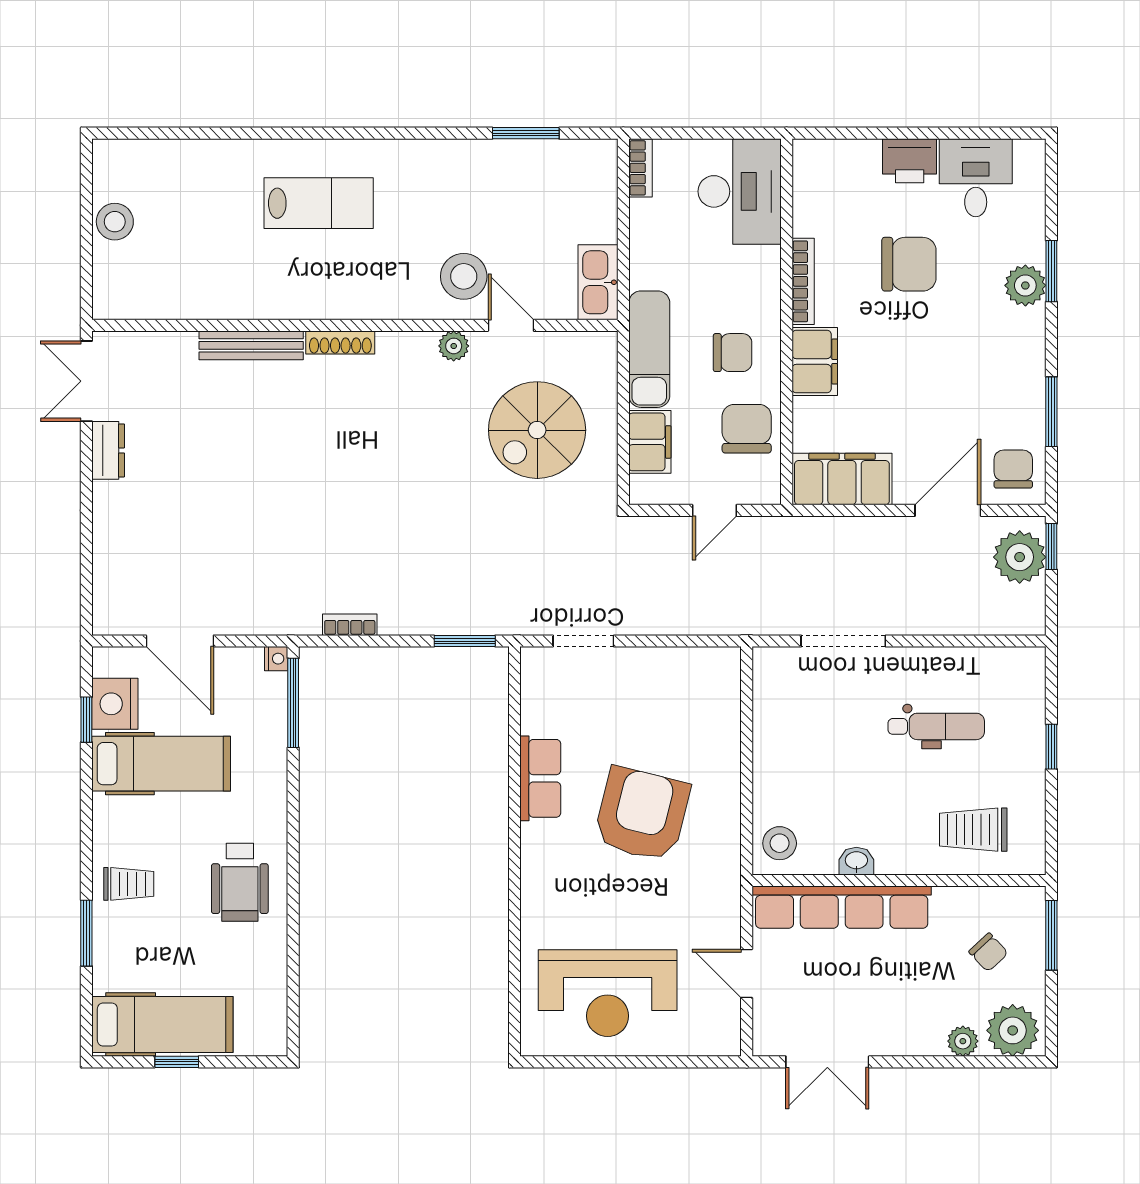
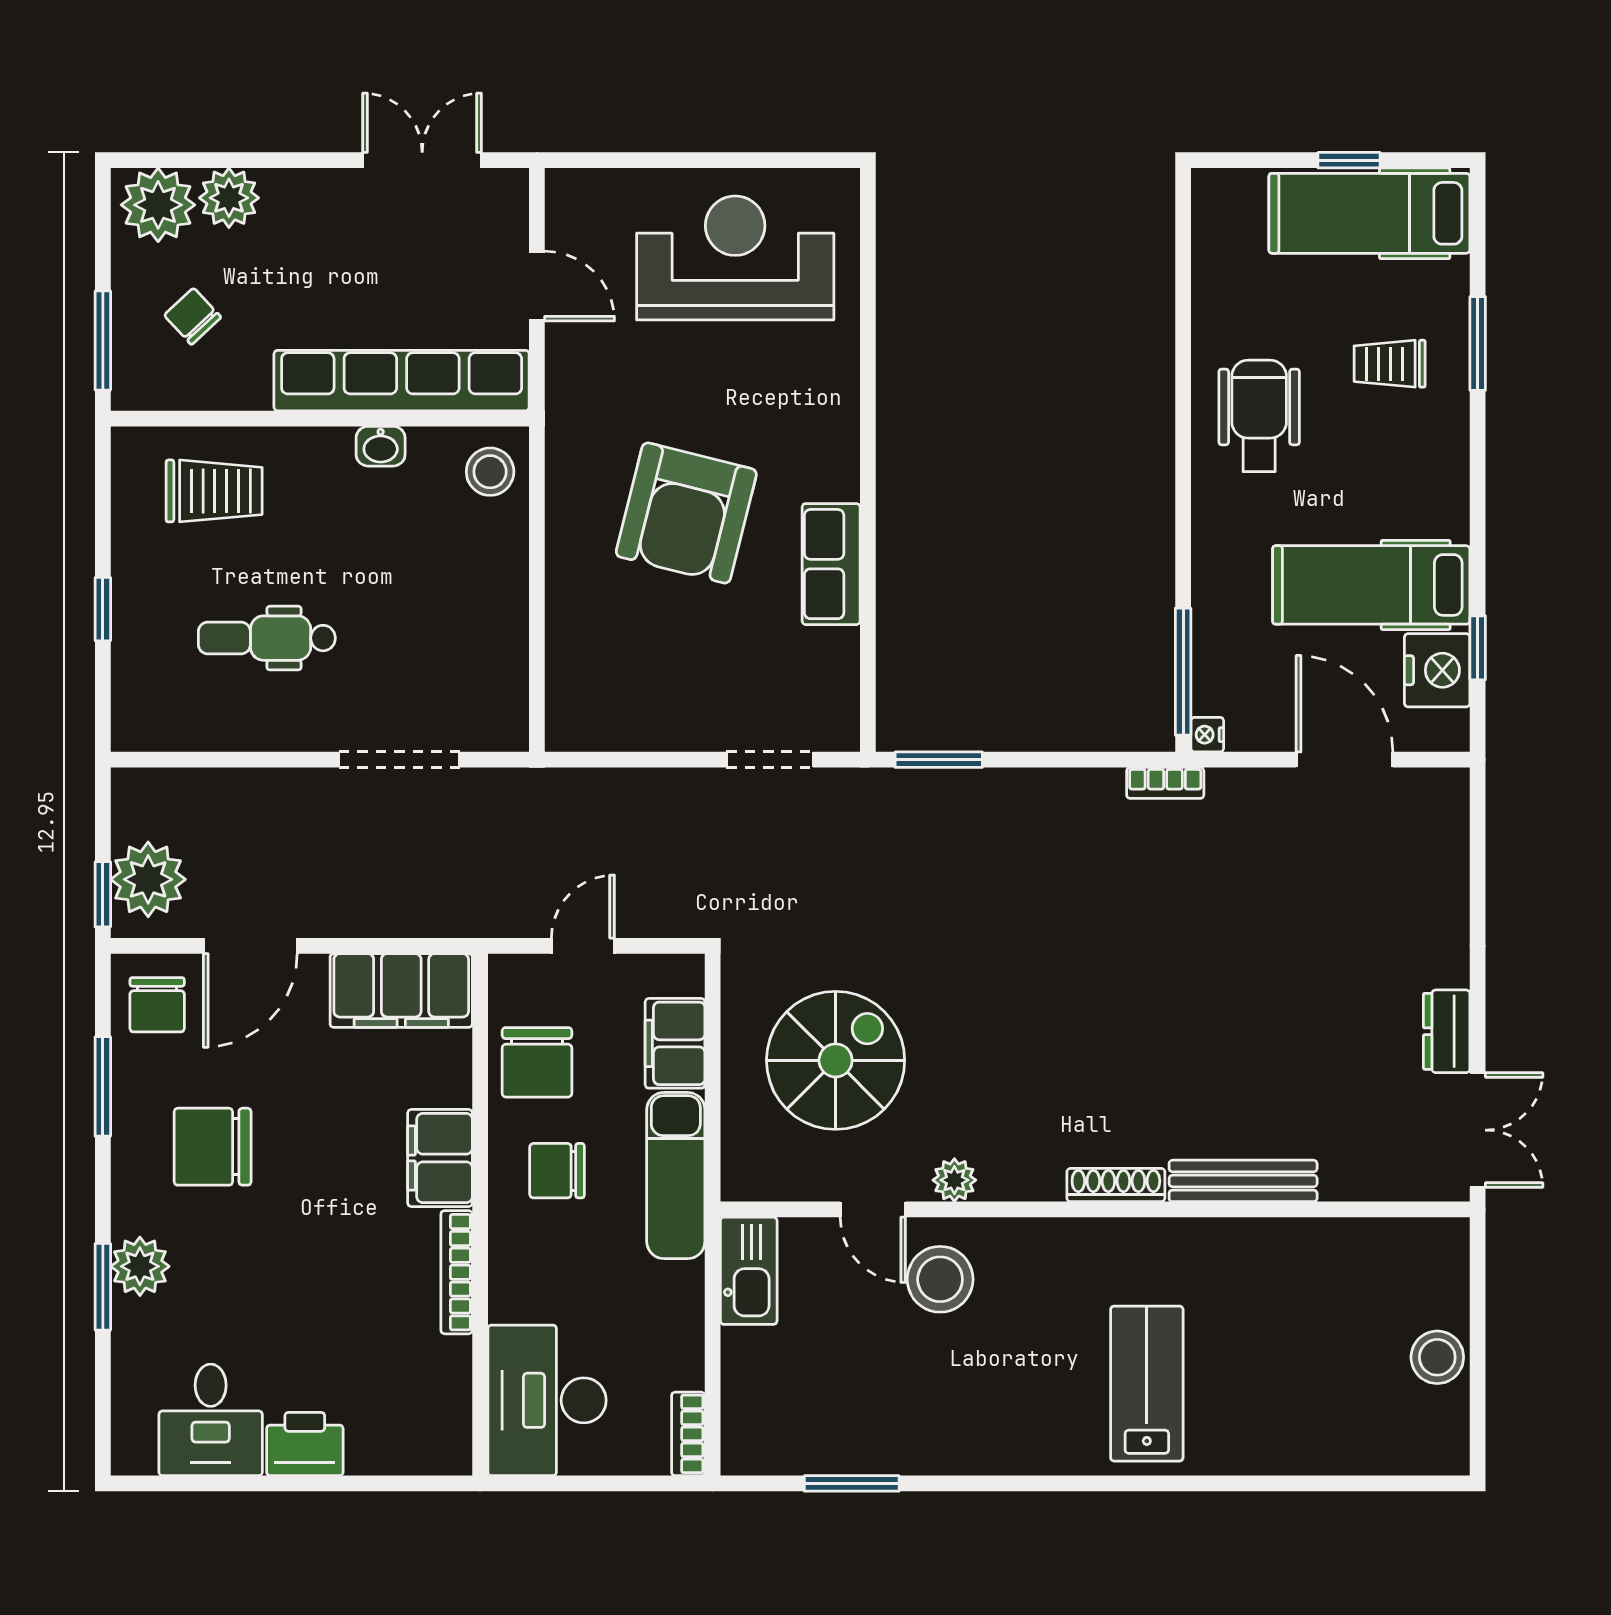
lab bench: (319, 203) -> (1147, 1384), turned 90
chair: (909, 264) -> (213, 1147), moved
bookcase: (350, 625) -> (1165, 783), moved
trolley: (129, 884) -> (1390, 364), moved
plant: (963, 1041) -> (229, 198), width x1.38, depth x1.38

